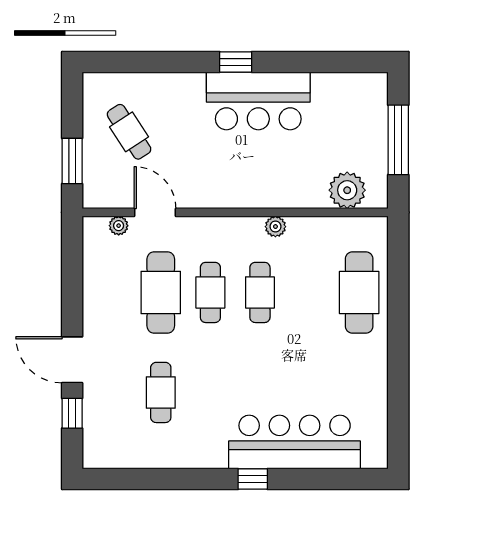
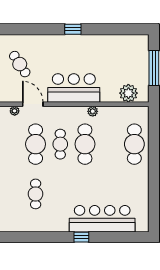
bar counter: (258, 101) -> (74, 88), moved, turned 180
cafe table: (260, 292) -> (85, 144), width x1.37, depth x1.35

